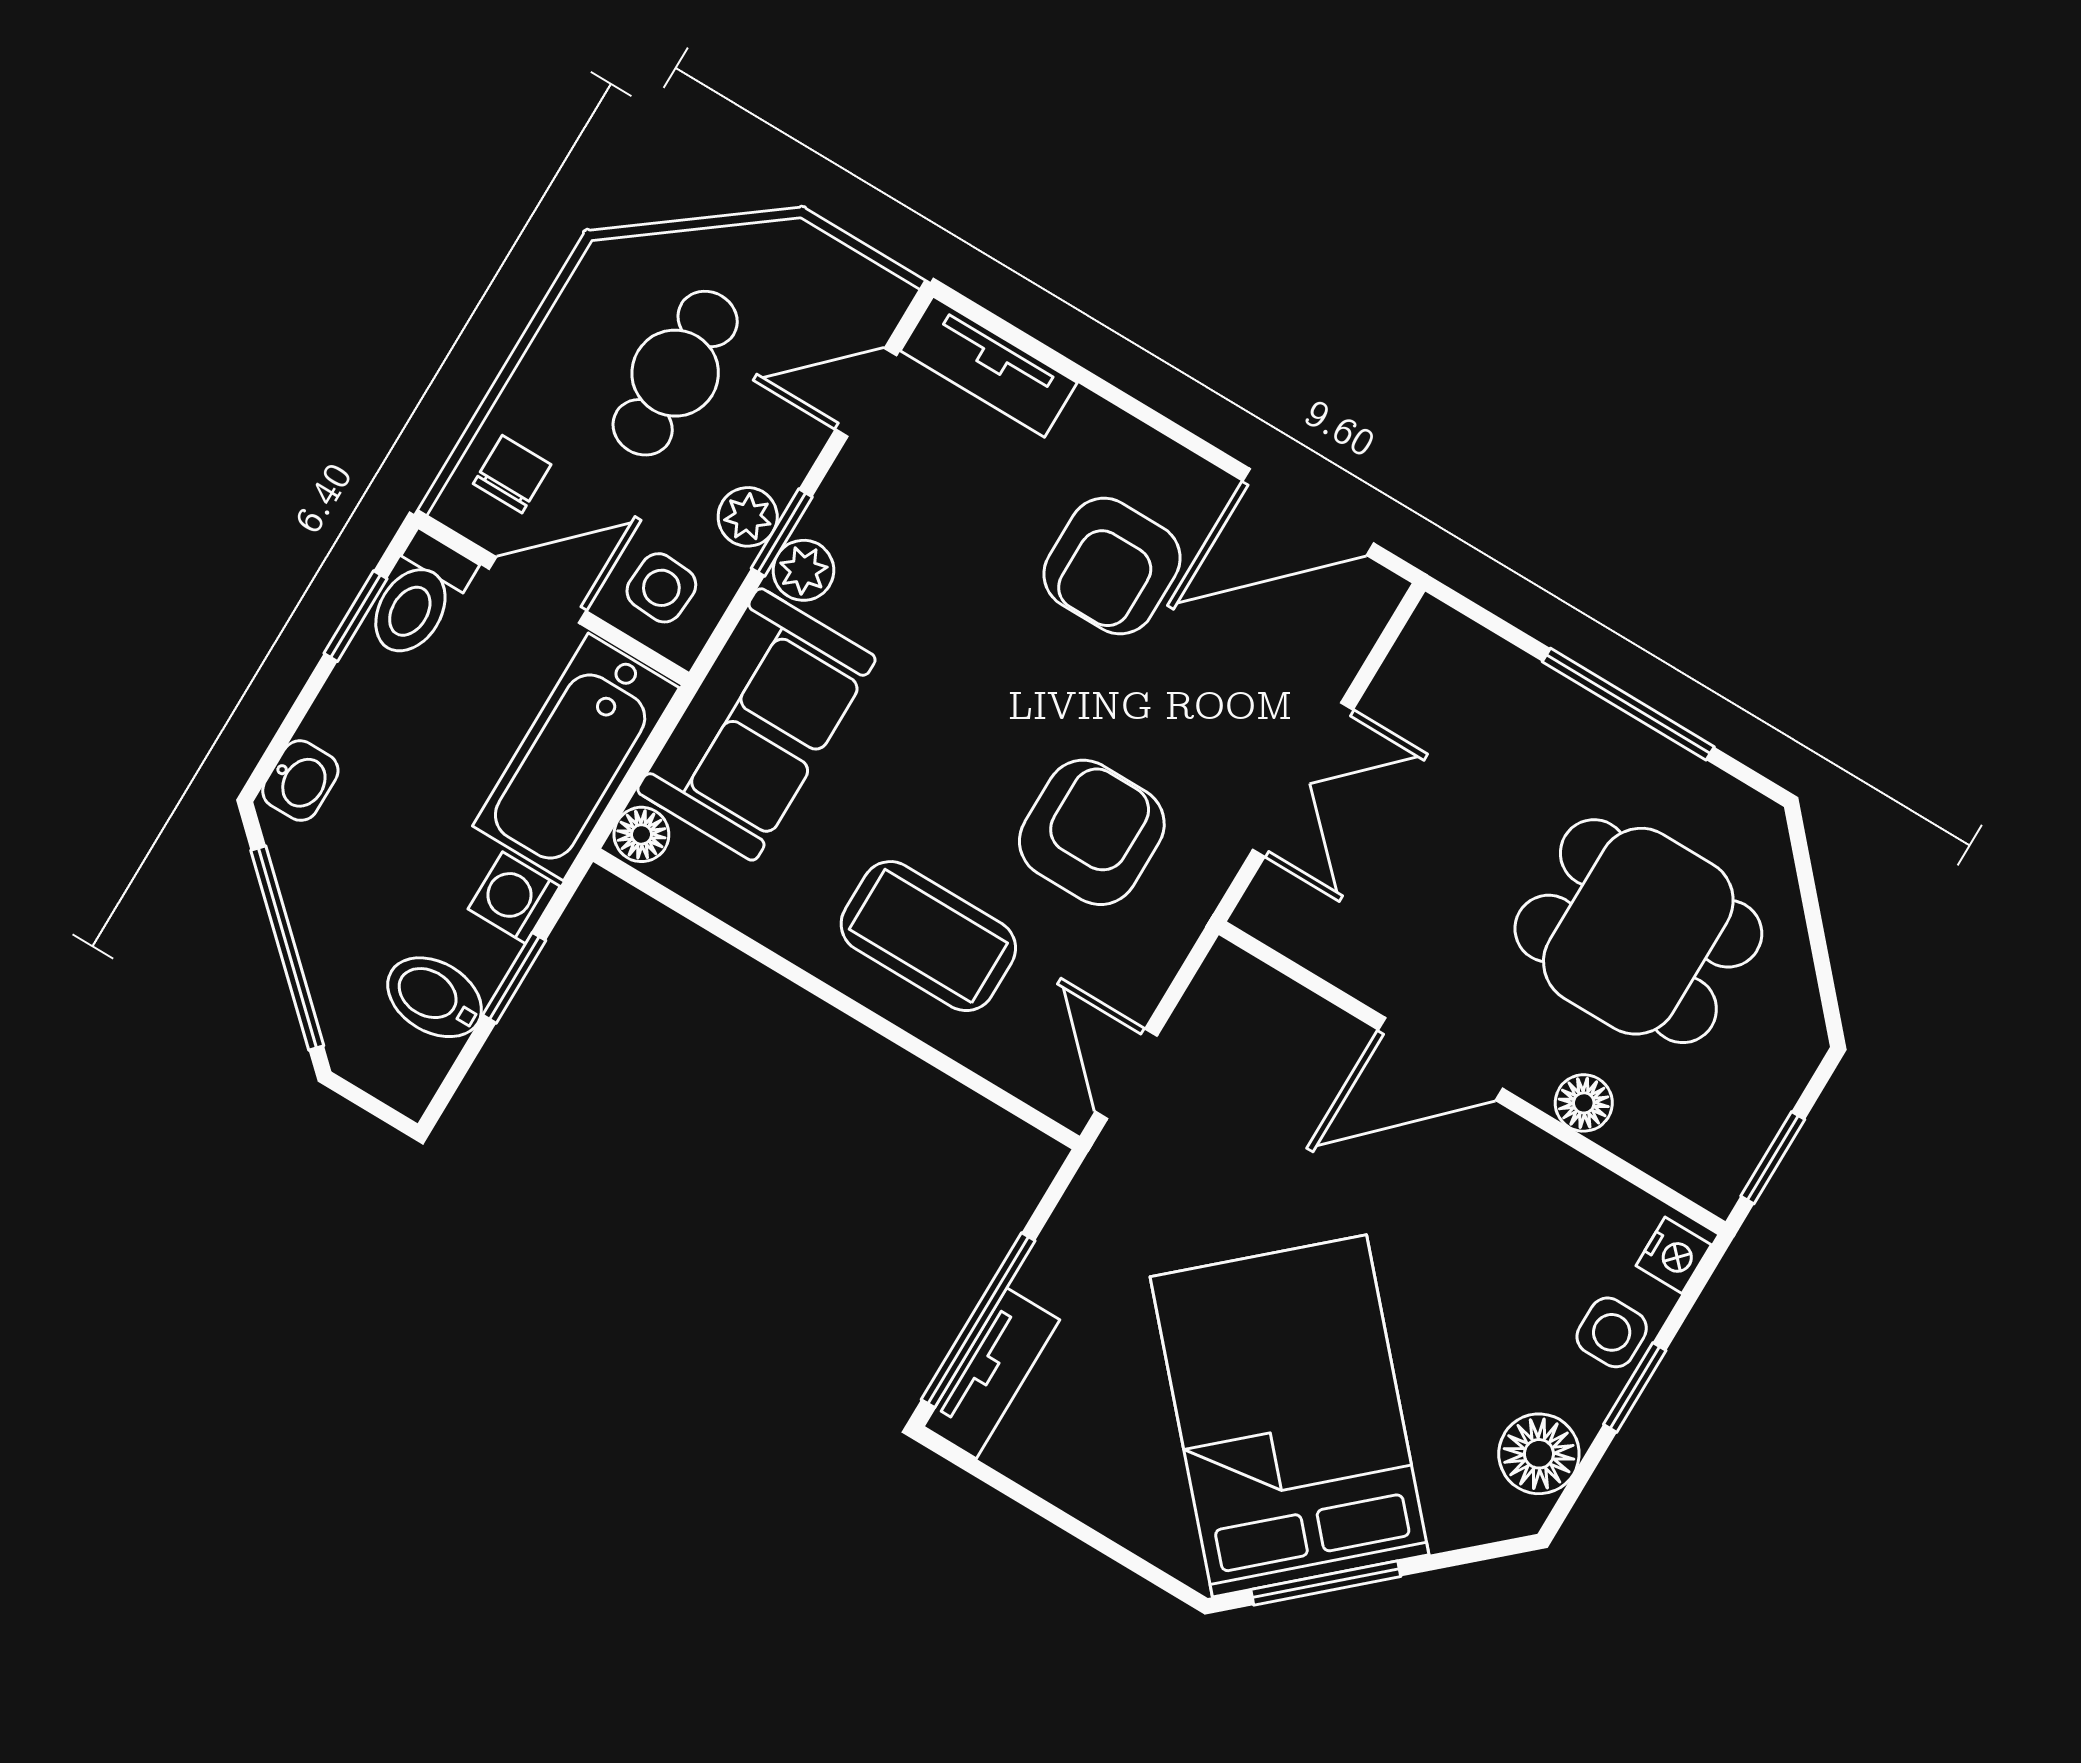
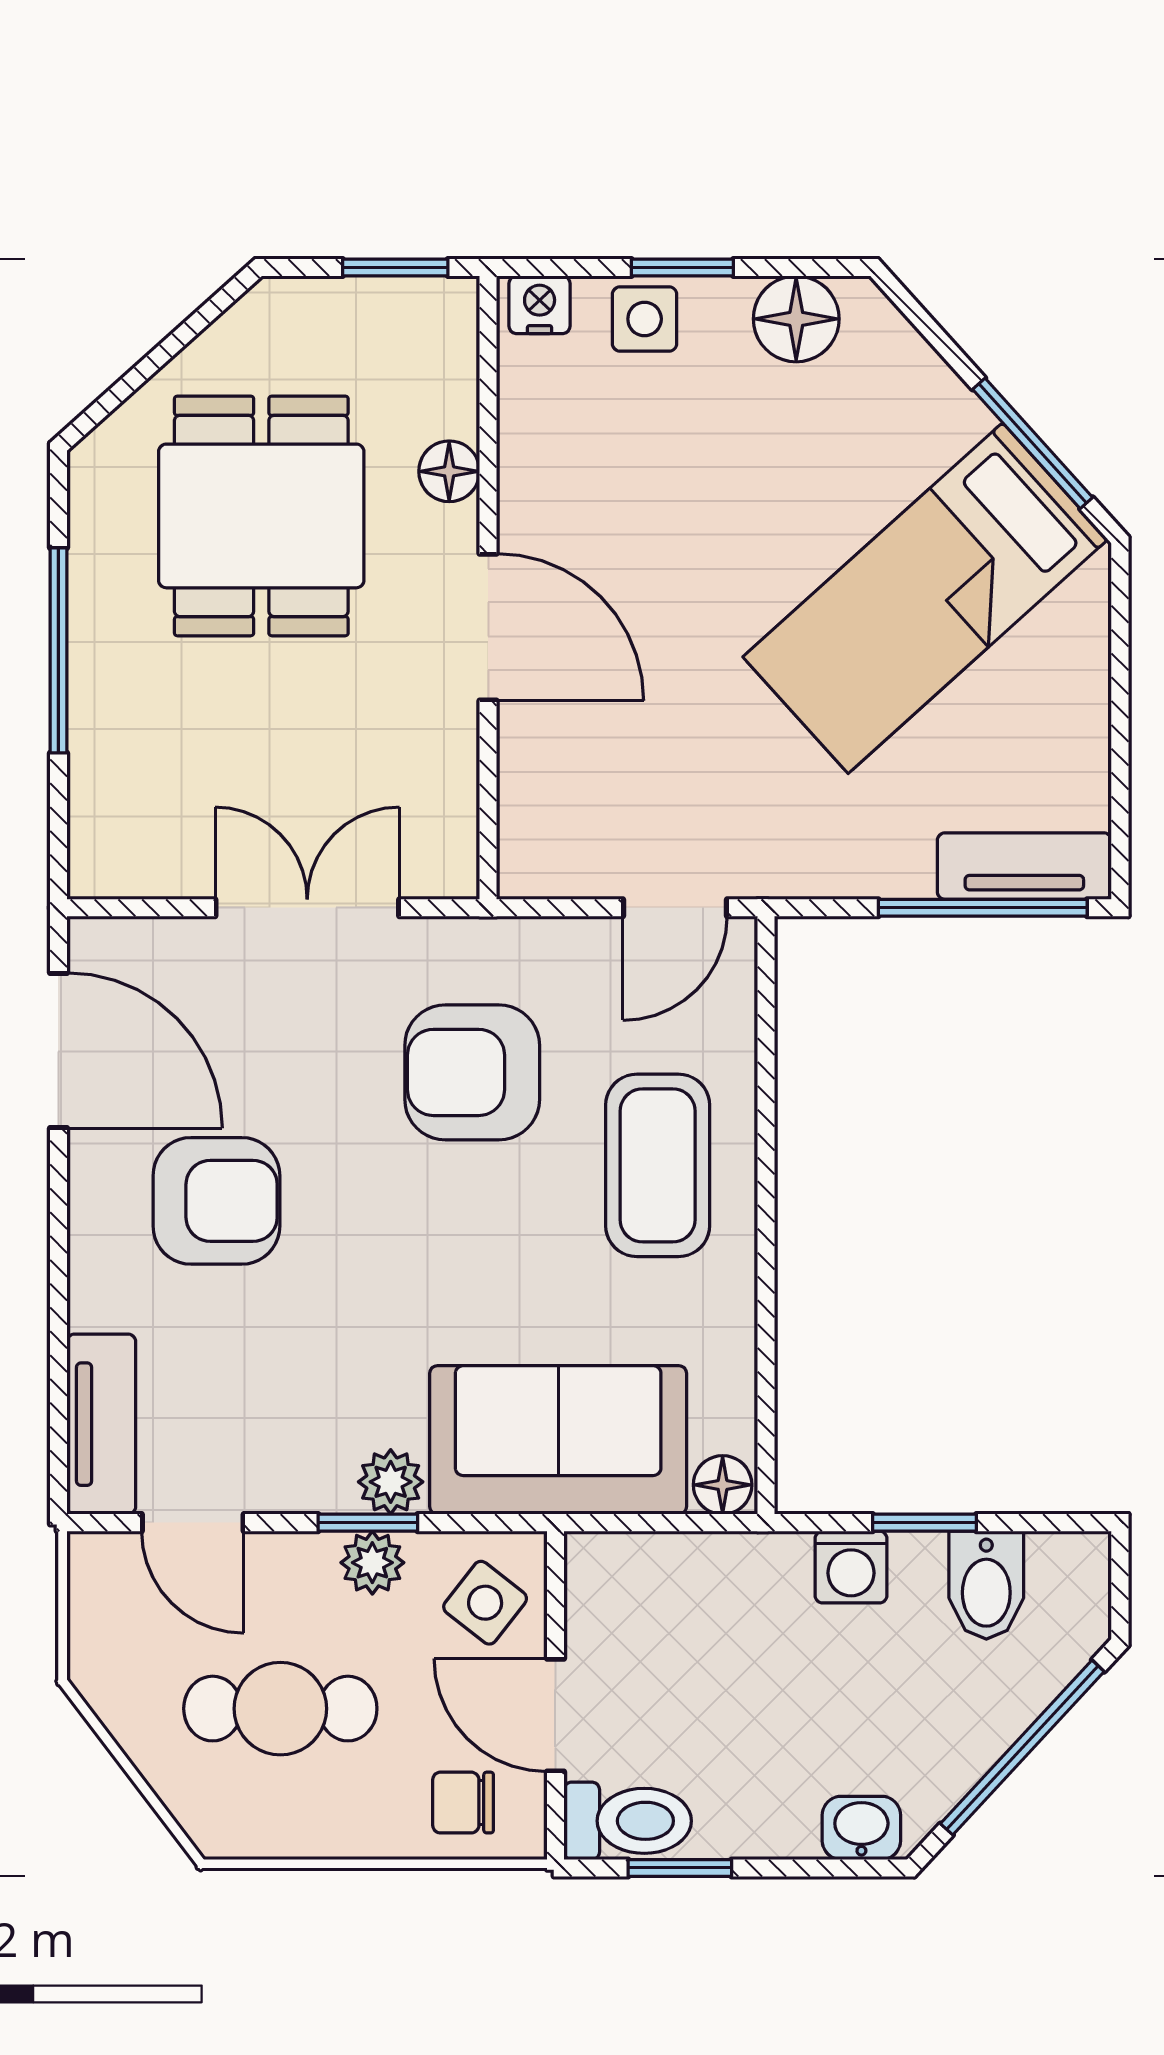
side table: (661, 588) -> (485, 1603), turned 34
bathtub: (576, 757) -> (688, 1588), removed
bed: (1289, 1416) -> (925, 598), width x0.67

